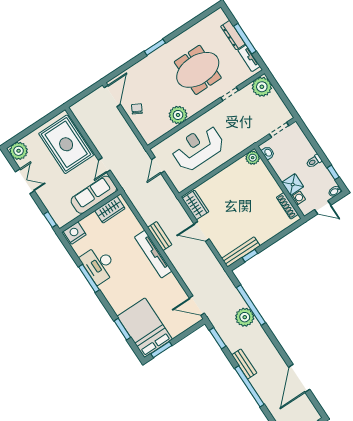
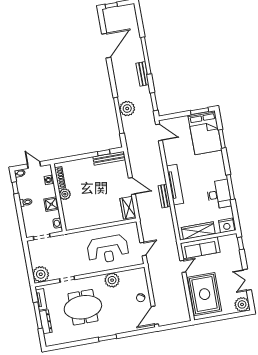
plant: (253, 158) -> (65, 194), moved
shower: (293, 185) -> (51, 204), moved
wardrobe: (110, 210) -> (198, 231), width x1.50

